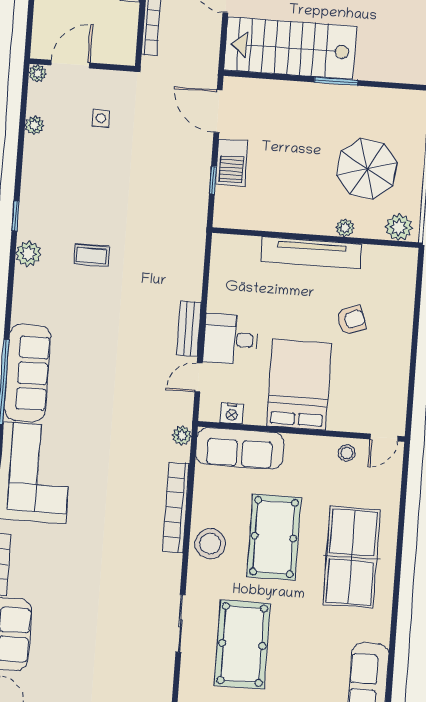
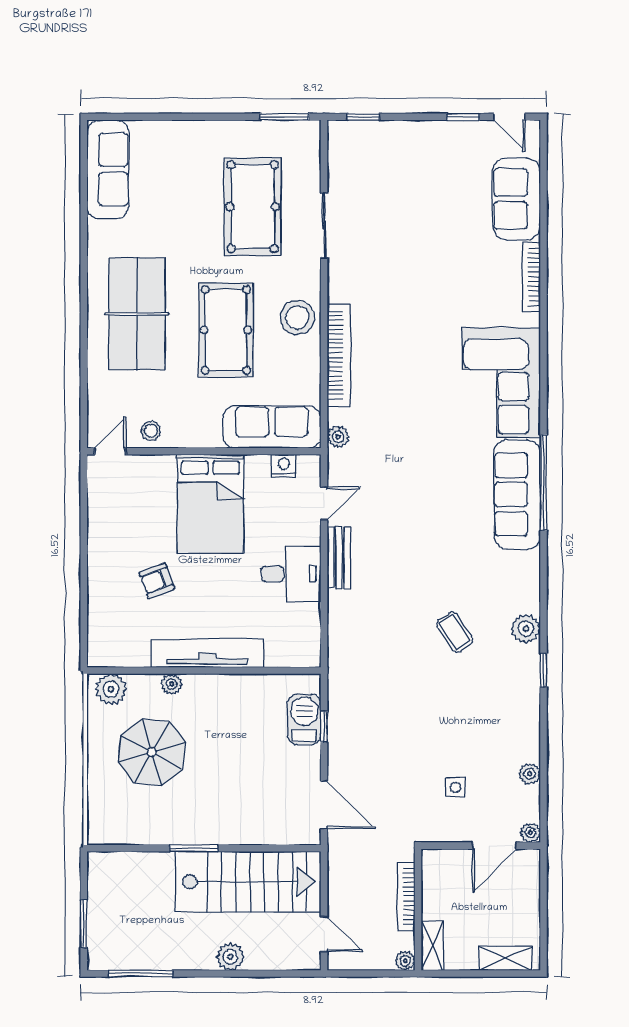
barbecue: (232, 163) -> (304, 719), moved
coffee table: (91, 255) -> (455, 632), turned 56
desk: (231, 339) -> (291, 574), moved

